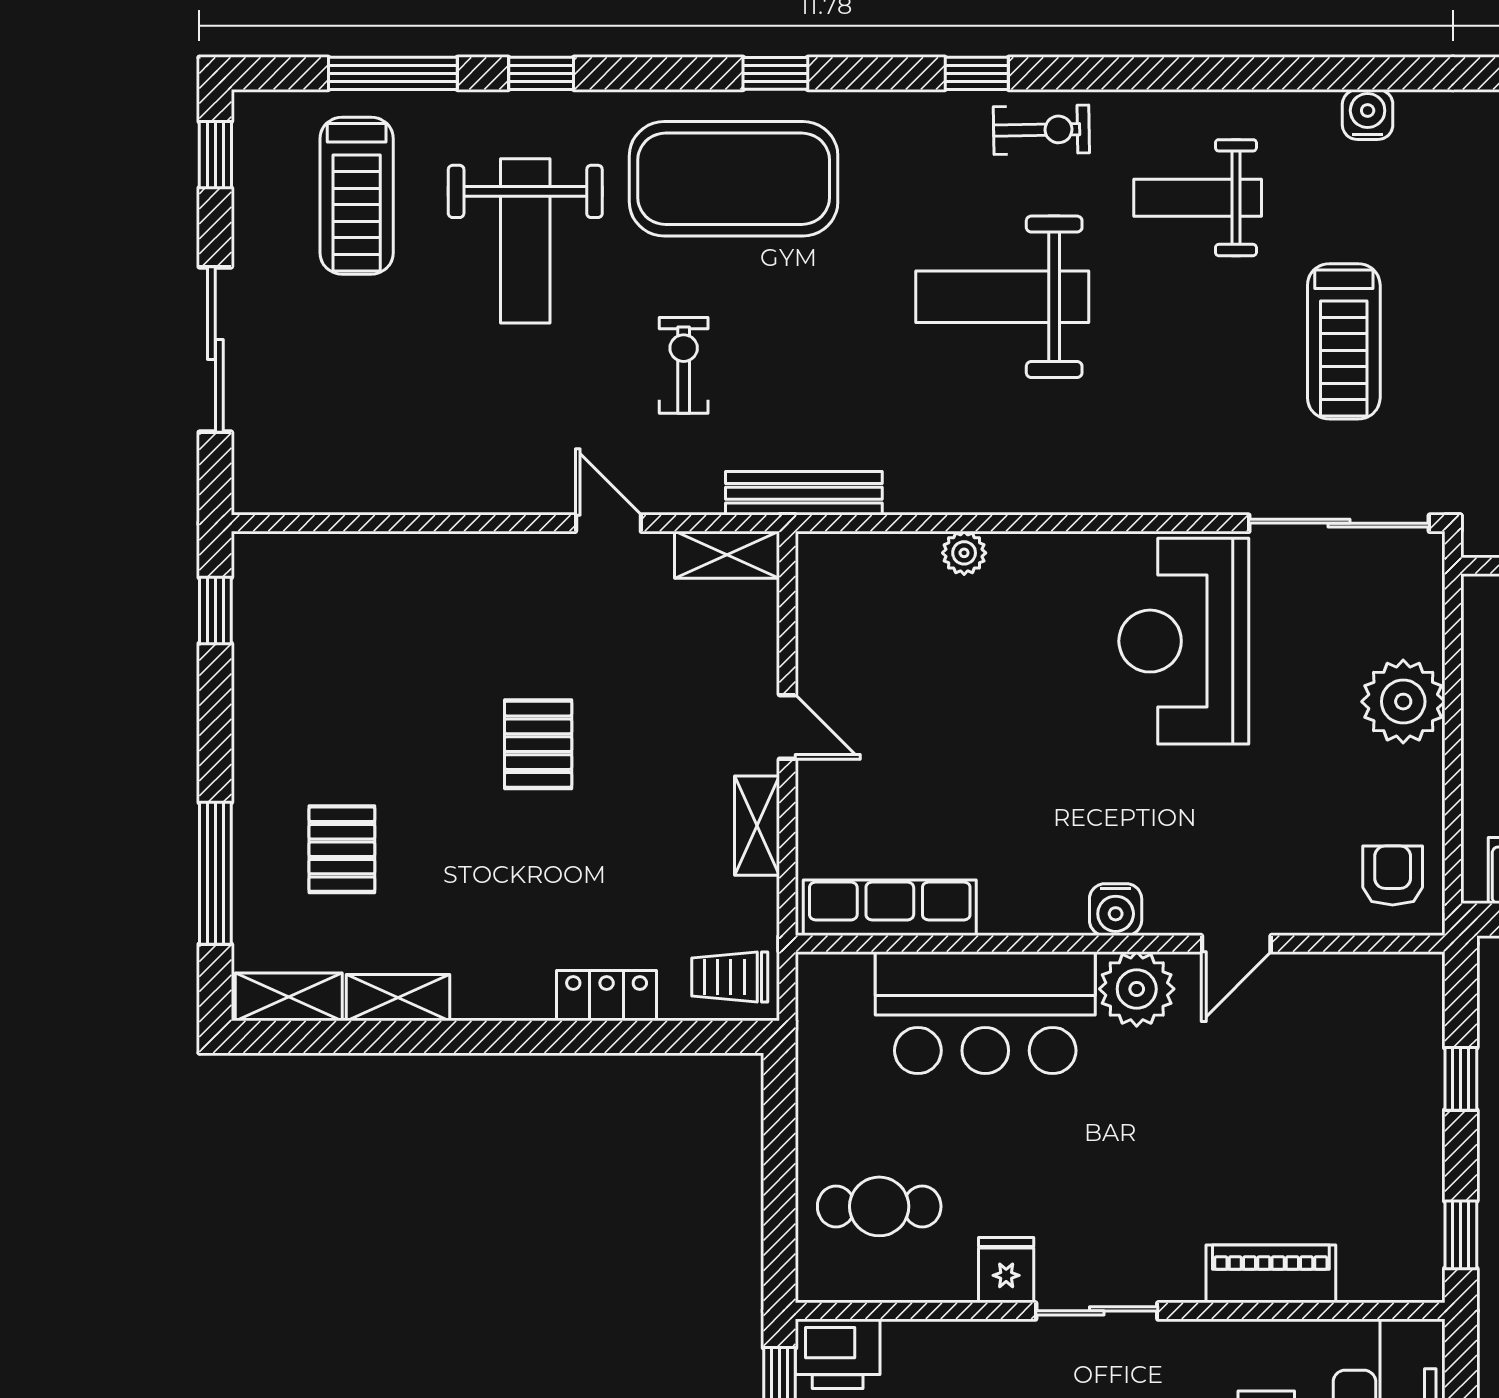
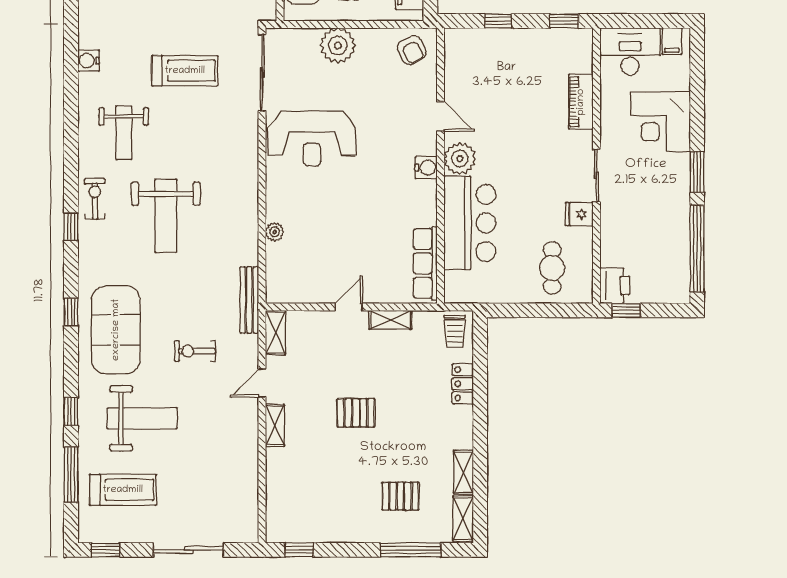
shelving: (509, 553) -> (275, 425), added
armchair: (1393, 876) -> (412, 50), turned -118

